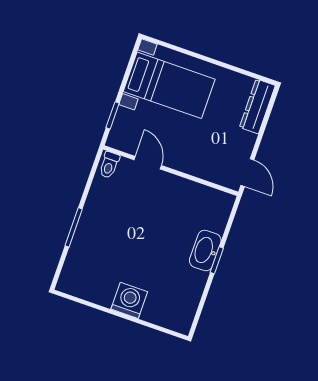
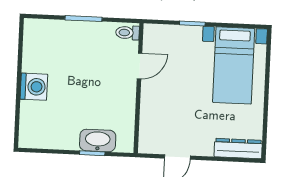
door: (148, 163) -> (140, 66), moved
toilet: (109, 165) -> (128, 33), moved
wall: (171, 171) -> (139, 88), moved

